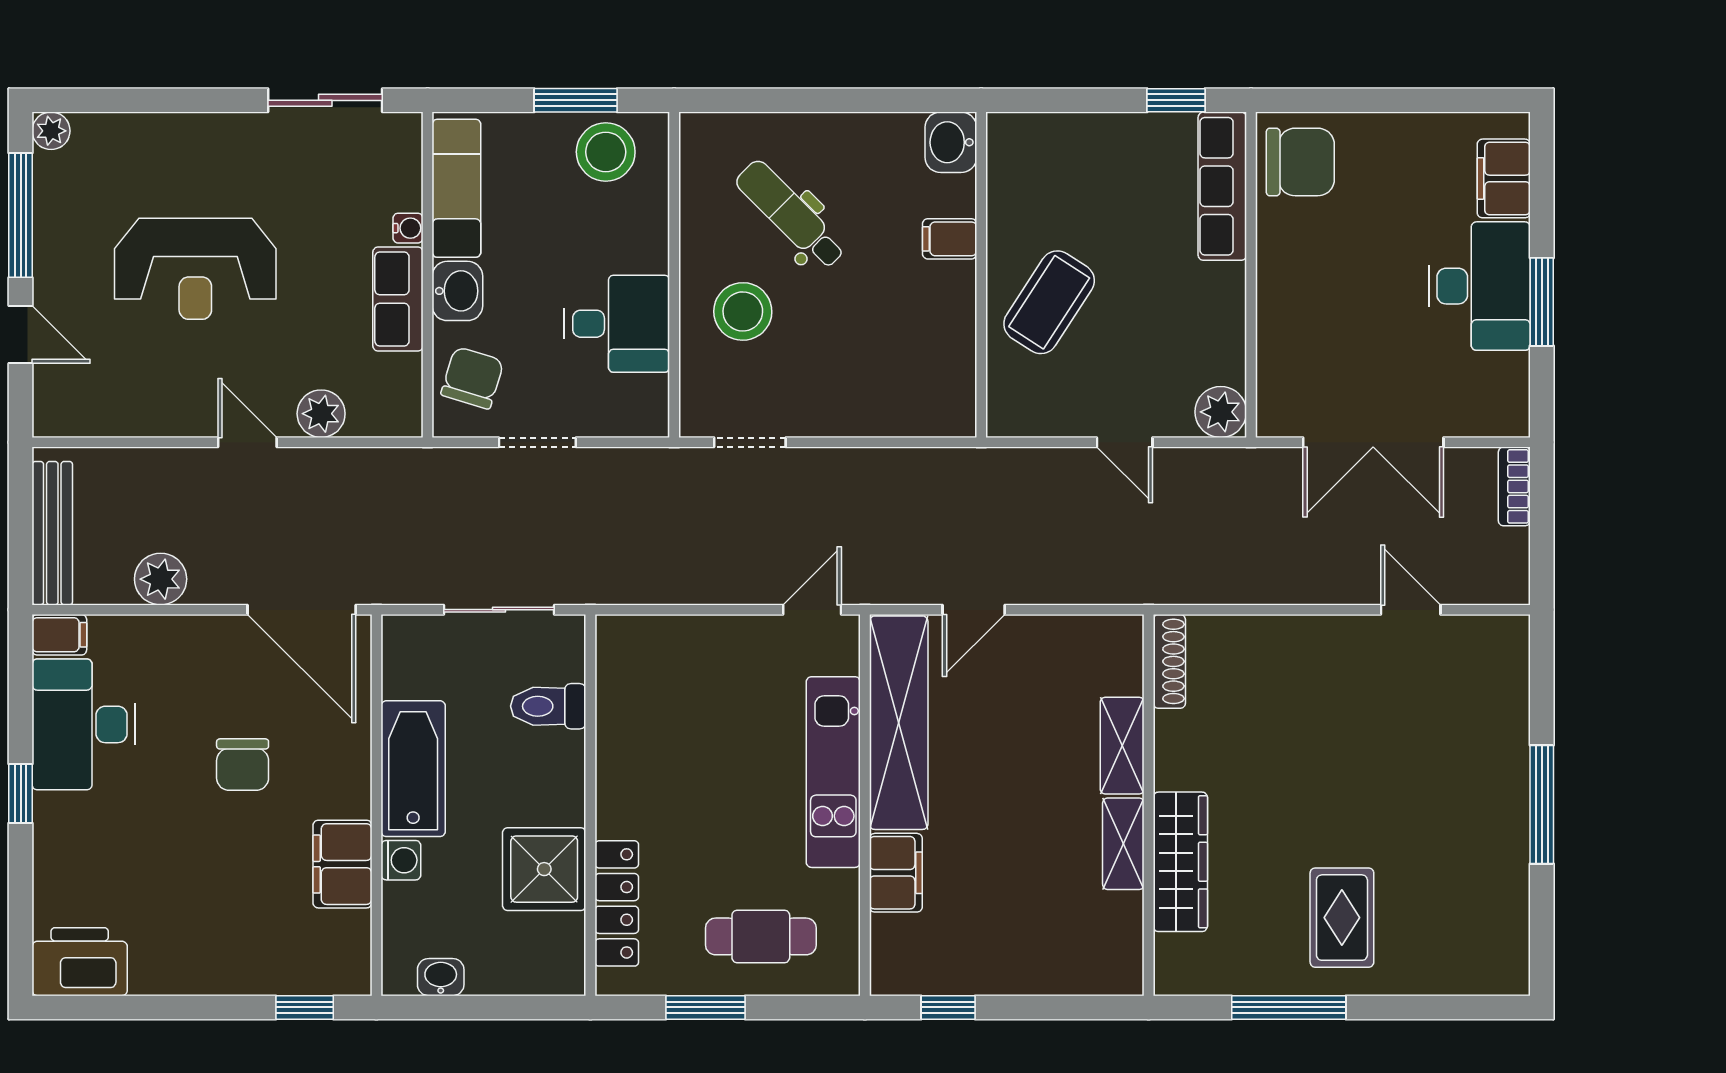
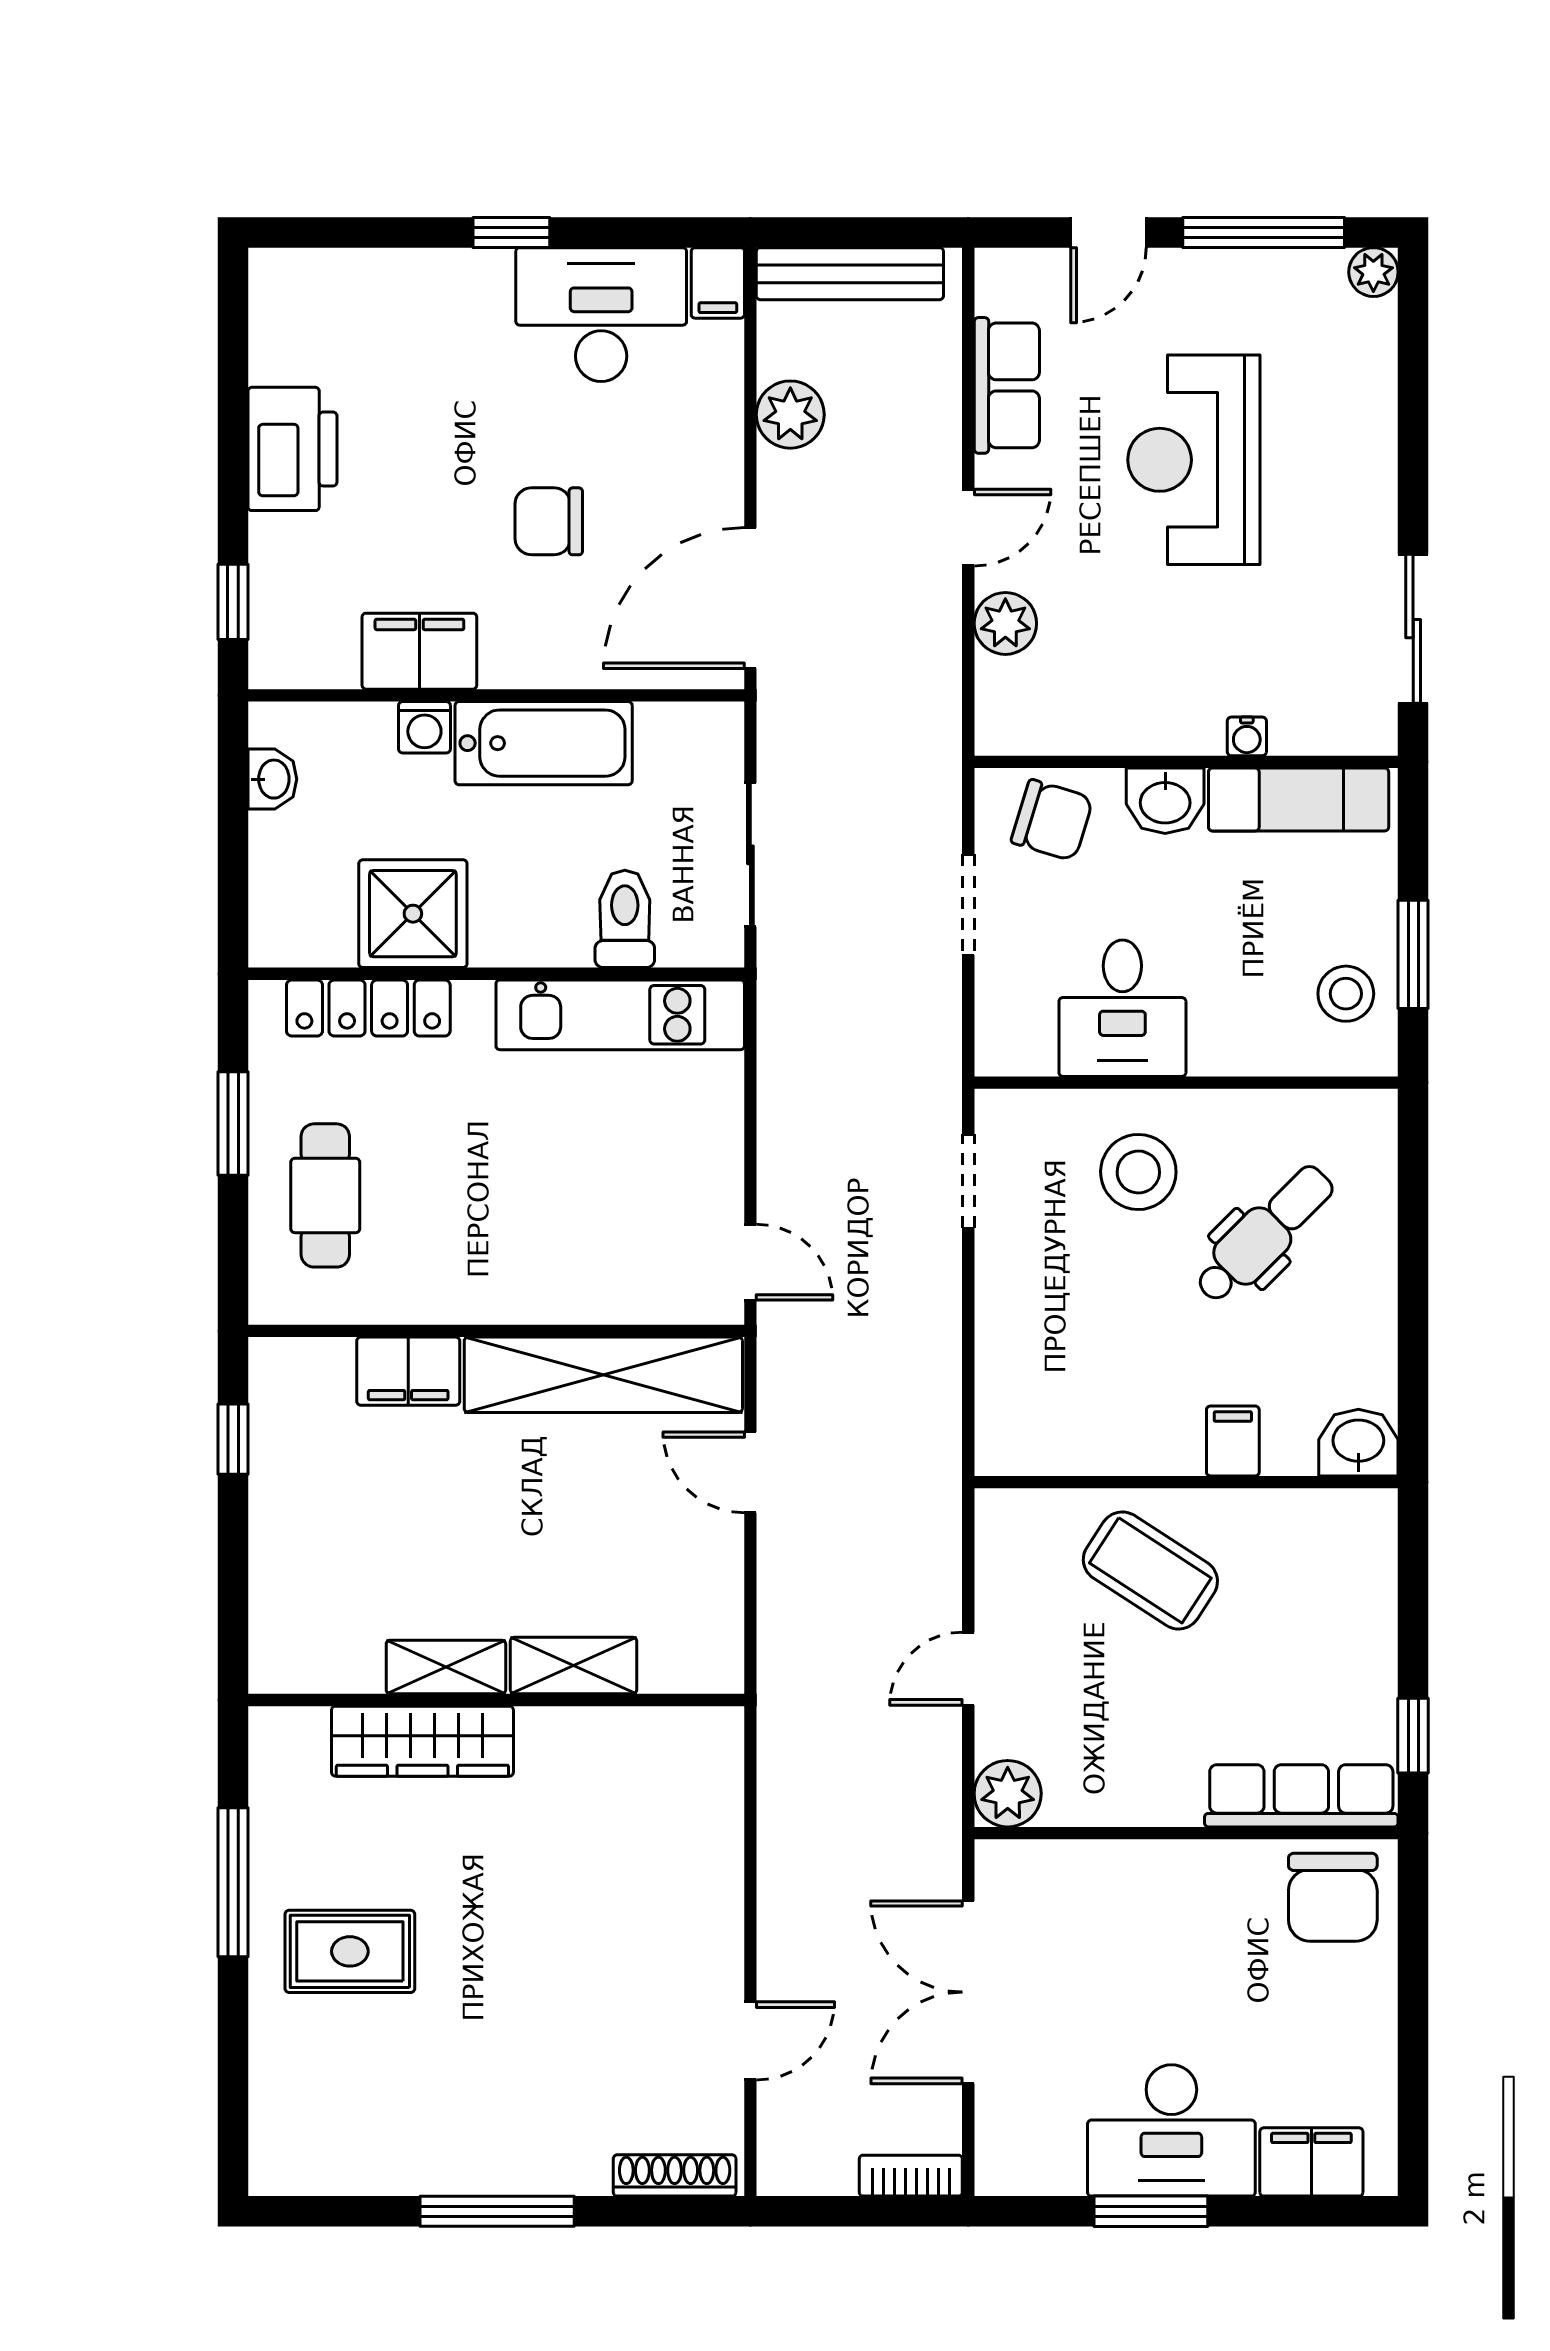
stool: (606, 152) -> (1346, 994), width x0.73, depth x0.73
row of seats: (398, 299) -> (1007, 385), moved, turned 90
shoe rack: (1169, 661) -> (675, 2175), moved, turned 180
kitchen unit: (833, 772) -> (620, 1015), moved, turned 180
printer: (80, 962) -> (293, 449), moved

